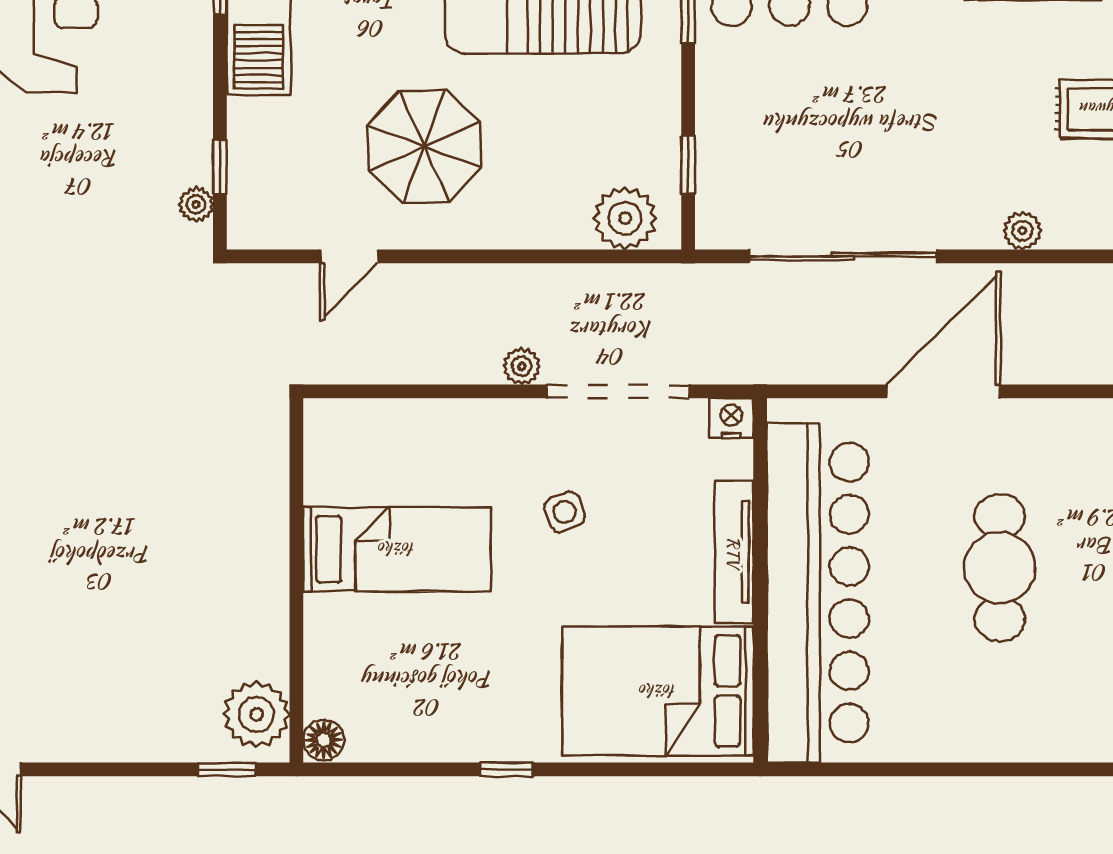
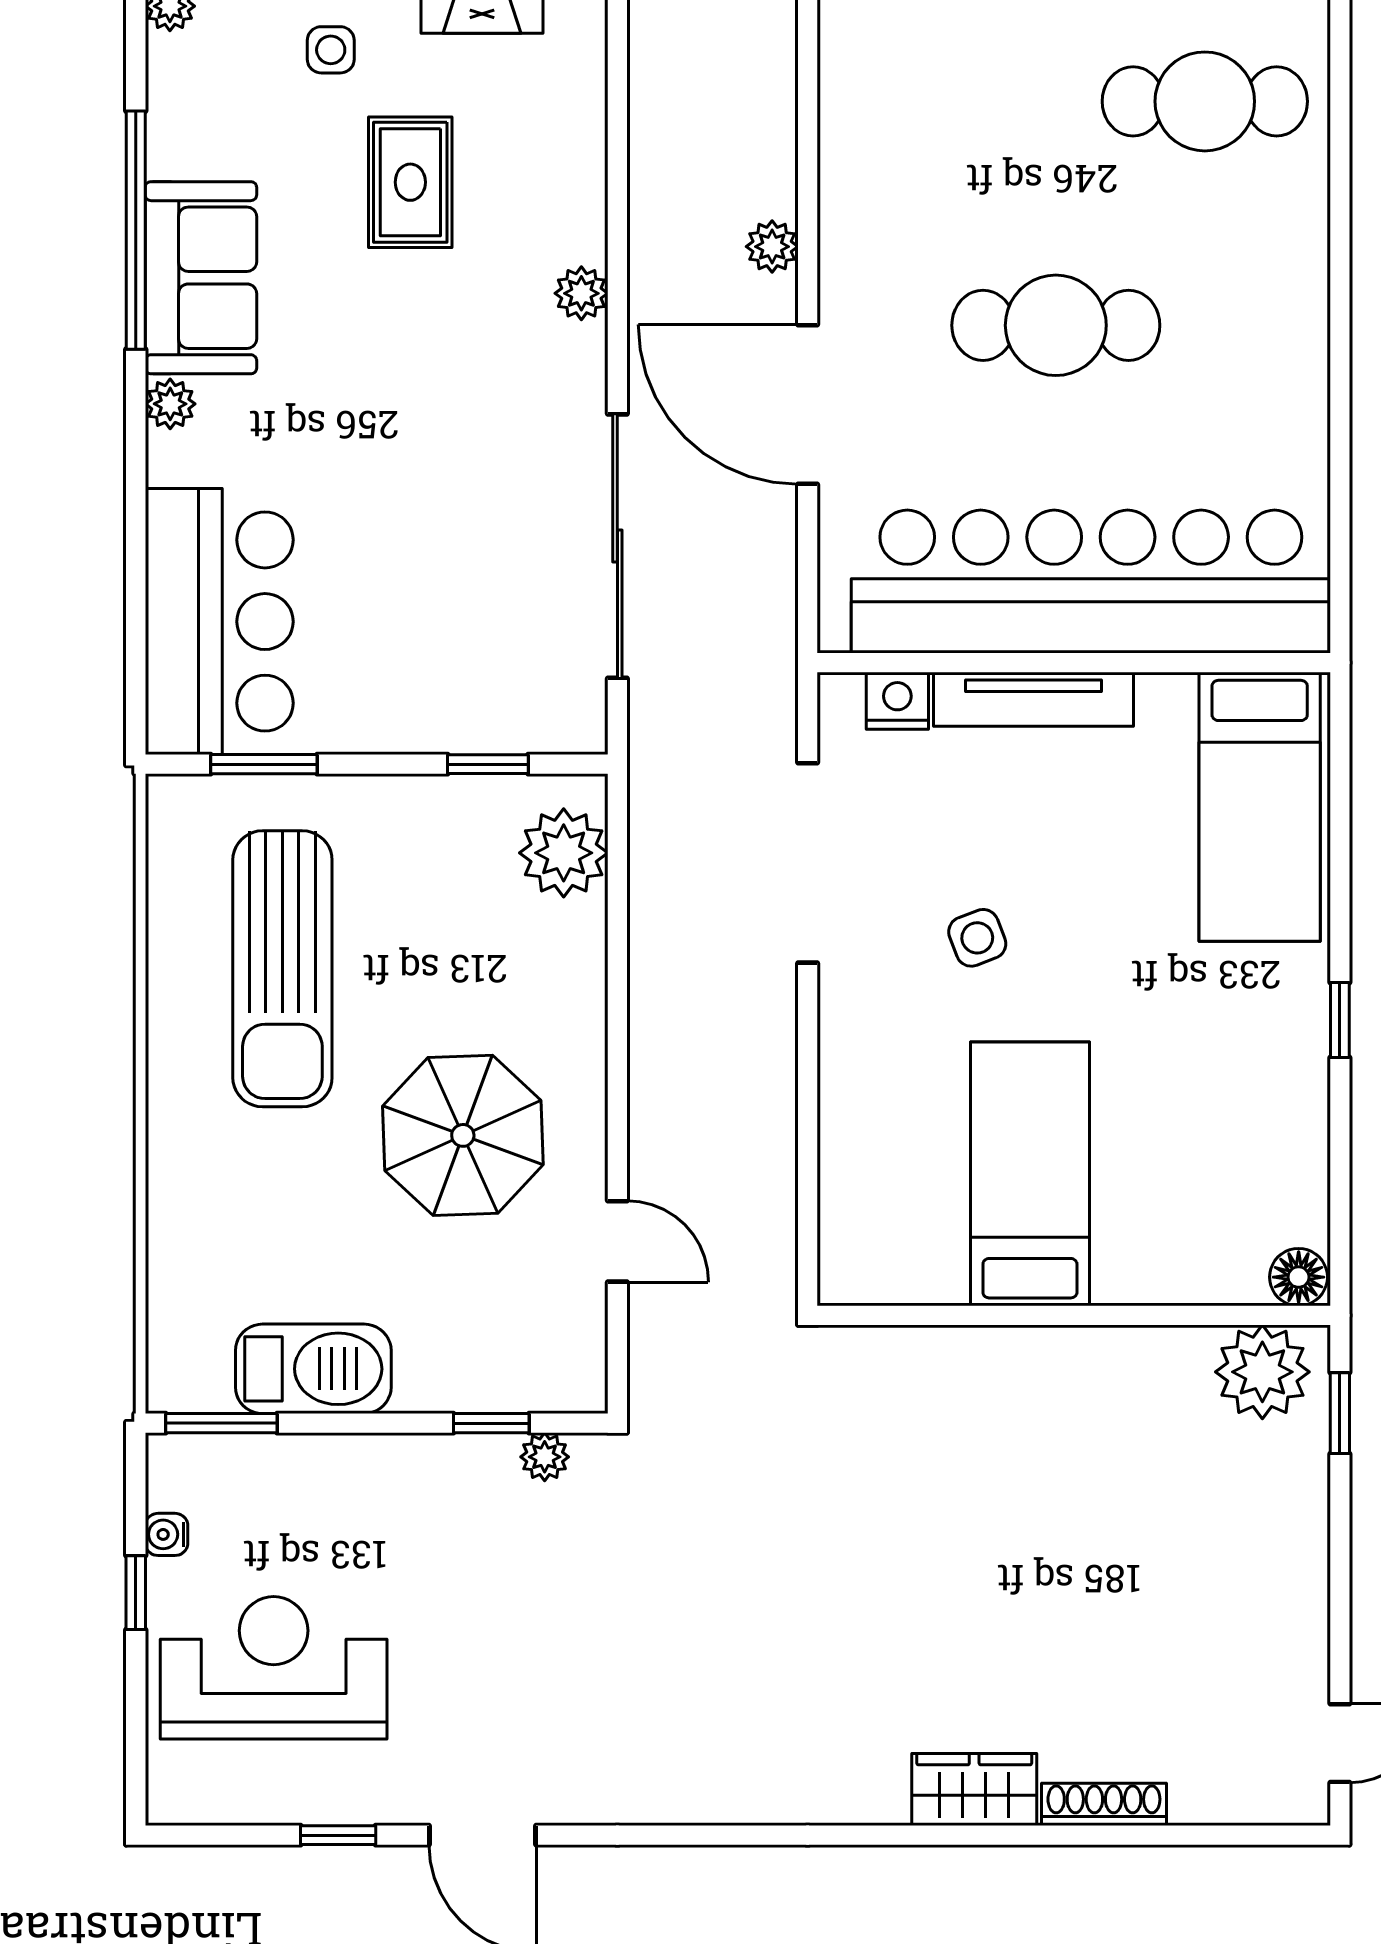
plant: (522, 366) -> (772, 247), moved
nightstand: (731, 418) -> (897, 701), moved, turned 90
bed: (658, 691) -> (1260, 807), width x0.67

